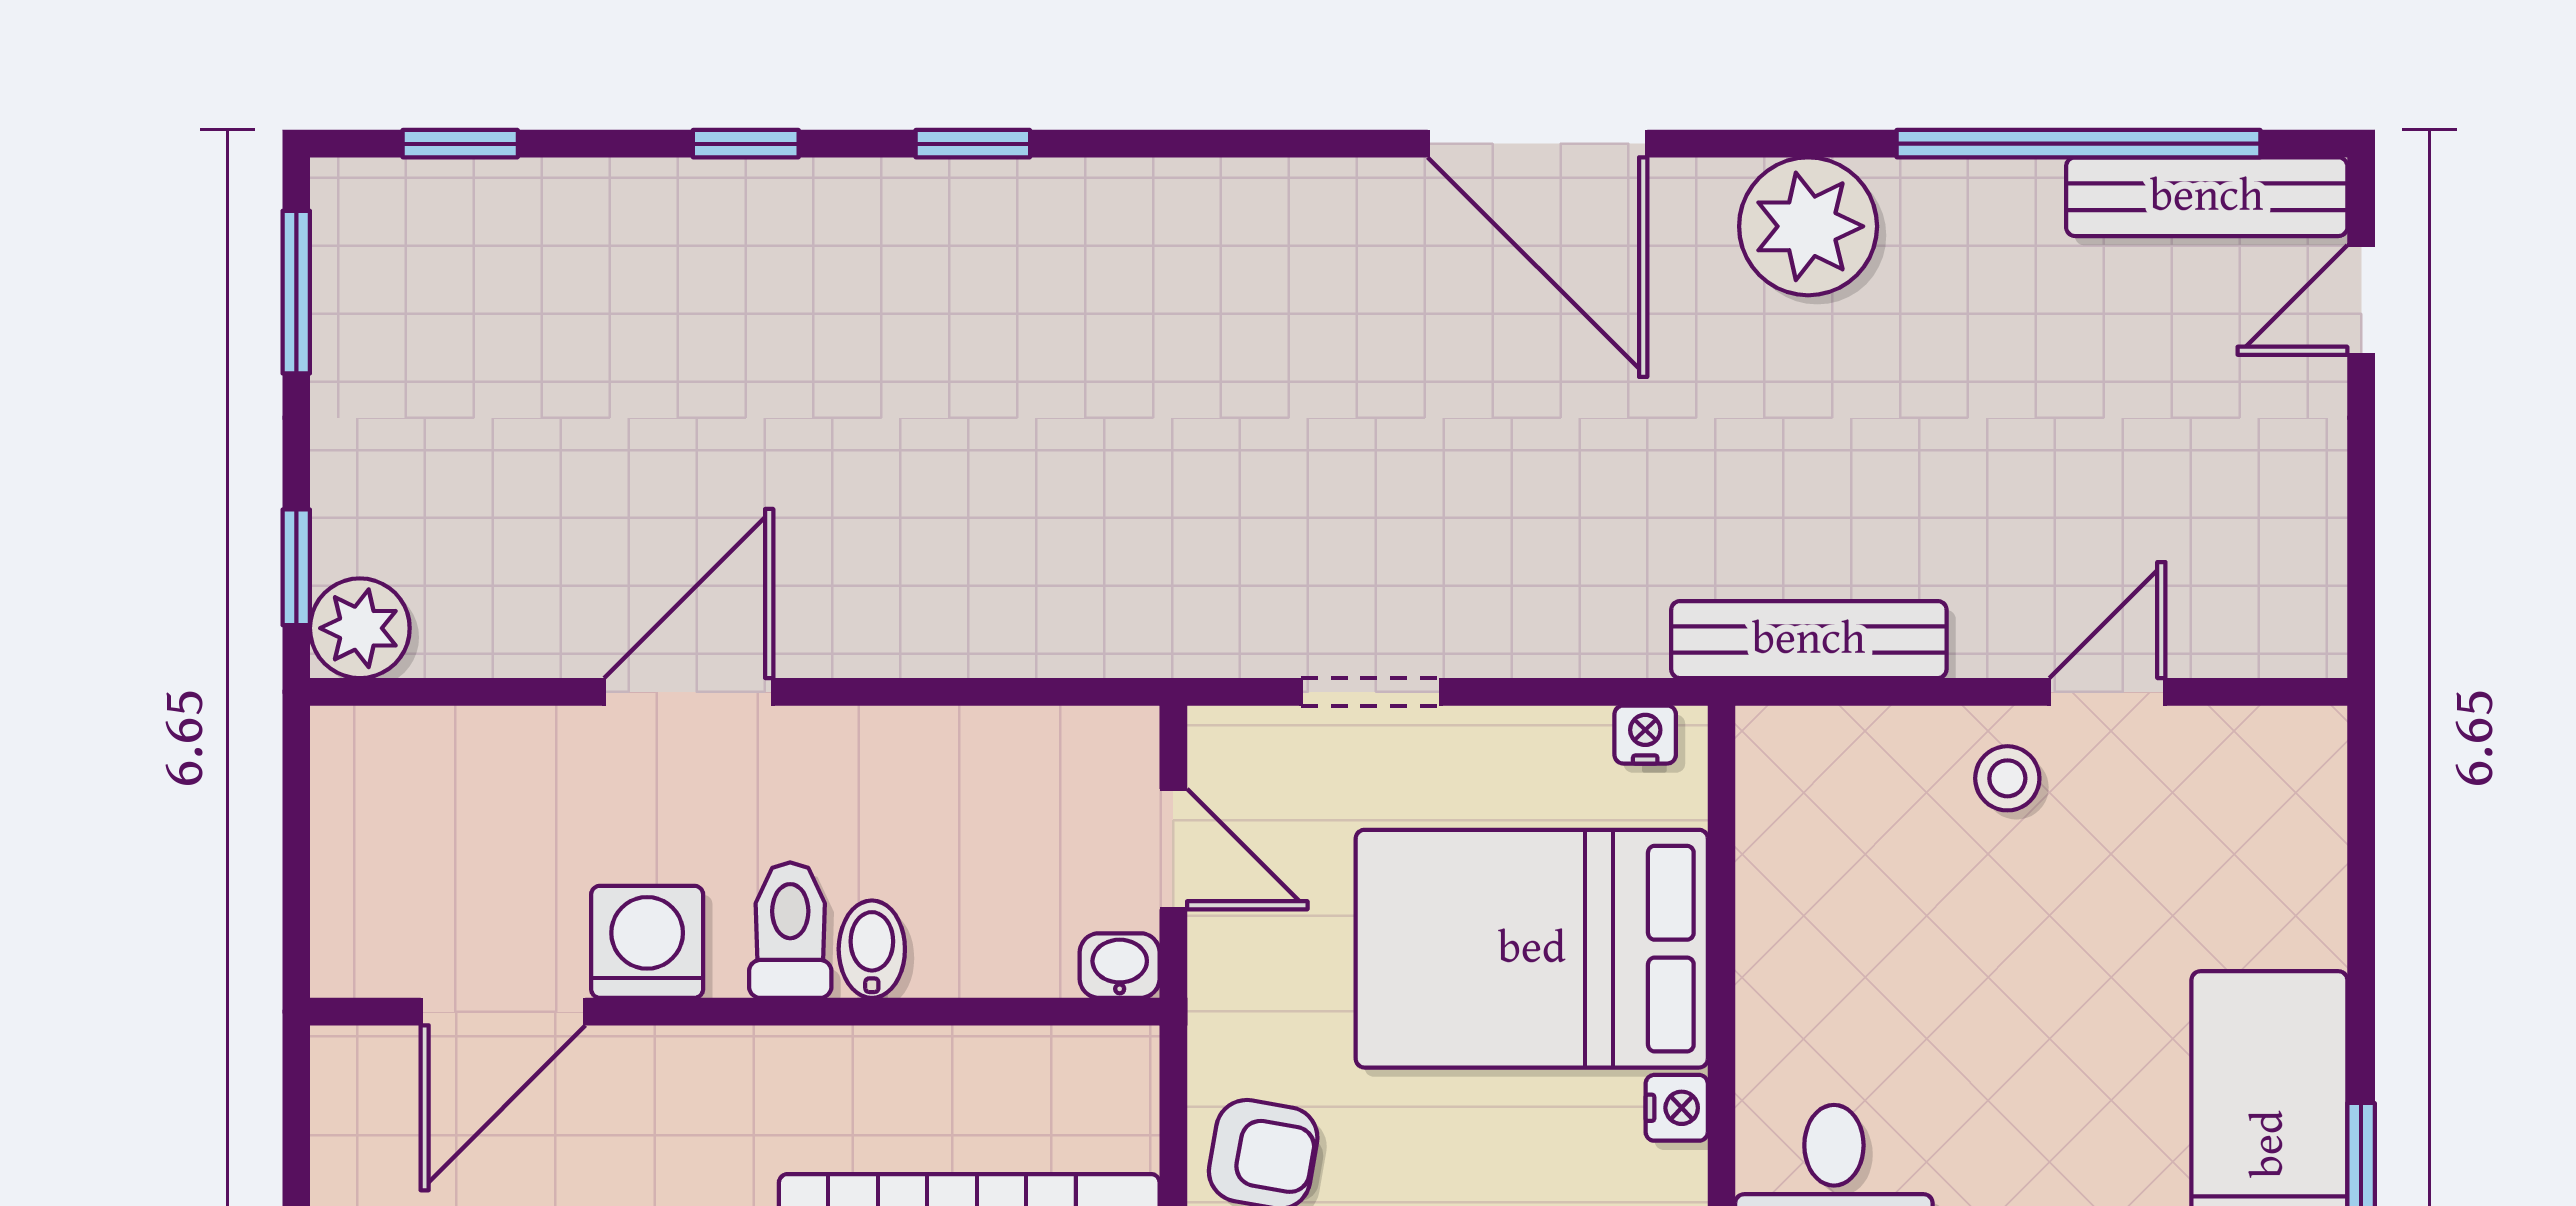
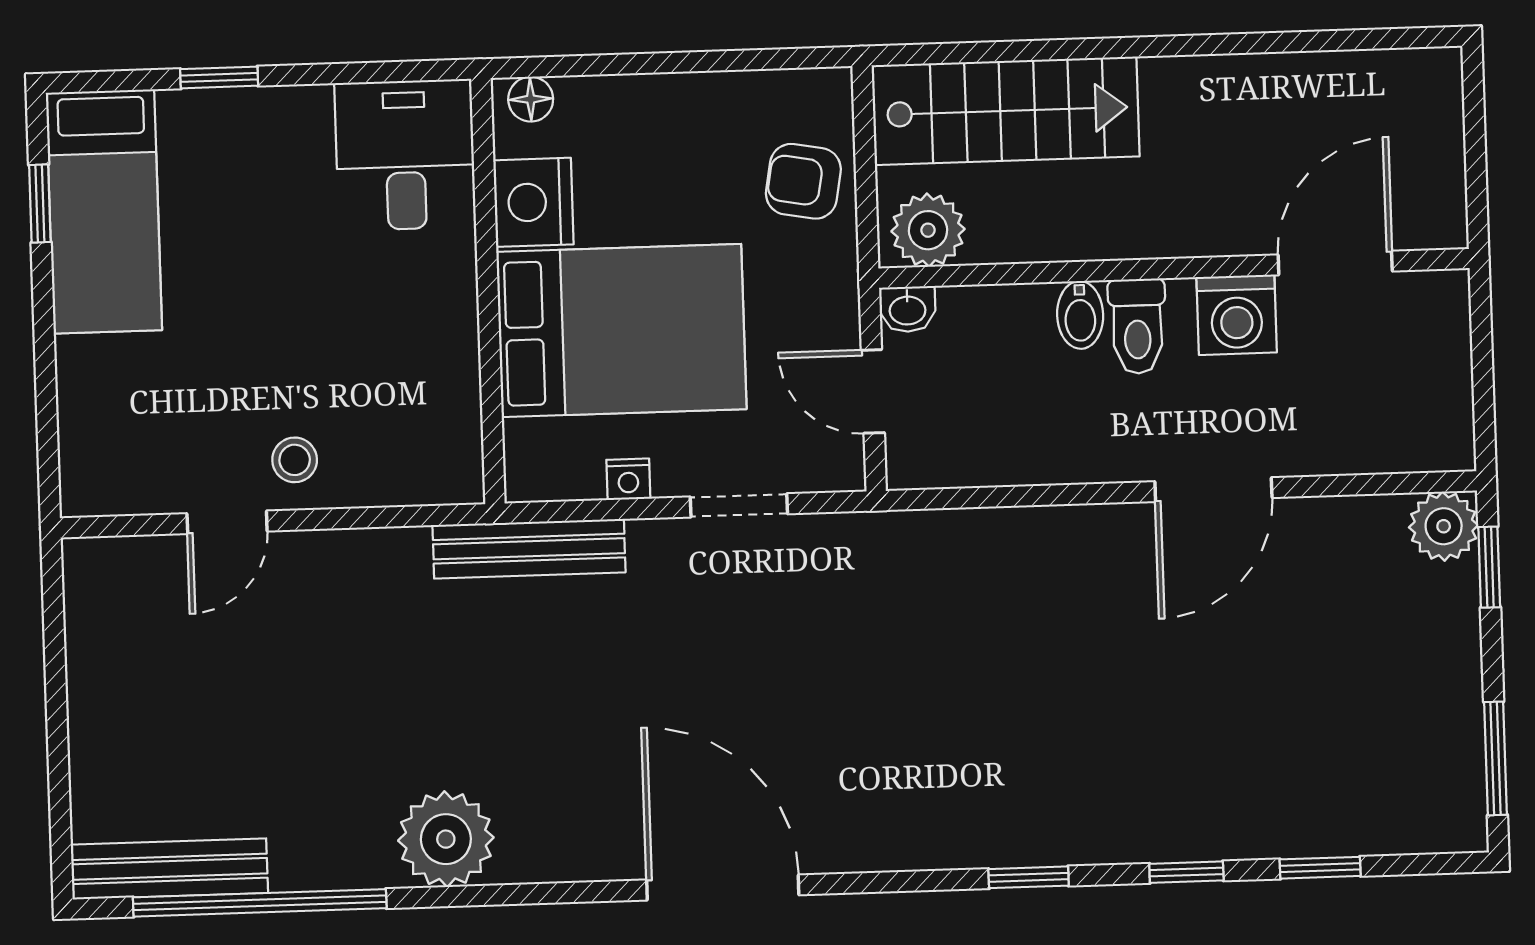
window: (460, 144) -> (1320, 868), moved
door: (1537, 144) -> (723, 887), moved
door: (2361, 300) -> (60, 801), removed
bench: (1809, 640) -> (529, 549), moved
nightstand: (1645, 735) -> (628, 479), moved
plant: (1086, 1078) -> (928, 230), added
nightstand: (1677, 1108) -> (533, 202), width x1.89, depth x1.79

